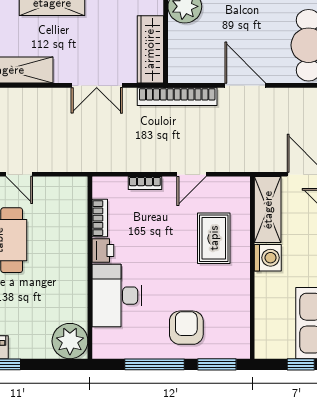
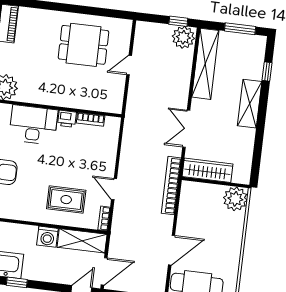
door: (245, 85) -> (172, 250), moved
bookcase: (145, 183) -> (104, 218), moved

